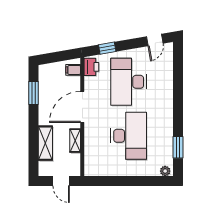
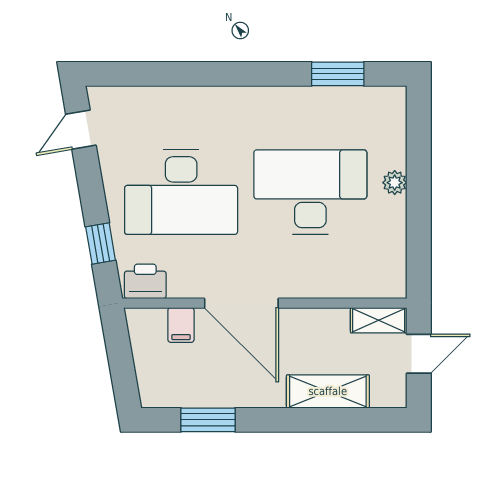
door: (155, 40) -> (81, 130), swing flipped
filing cabinet: (73, 70) -> (181, 325), moved
shelving: (75, 141) -> (379, 320), moved
plant: (165, 171) -> (395, 183), moved

